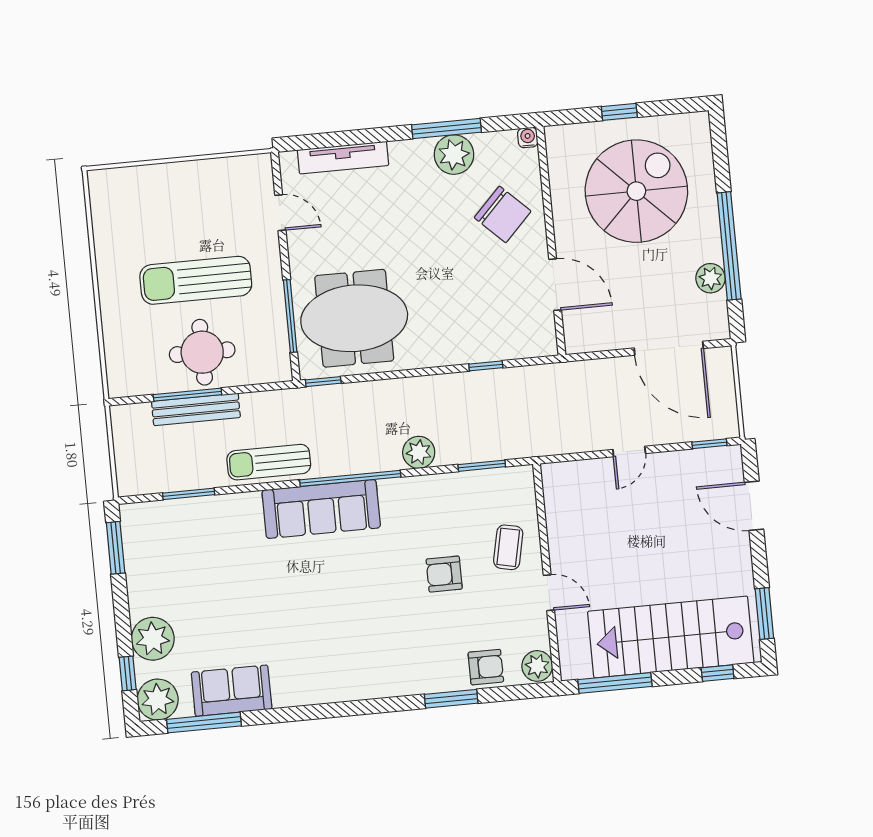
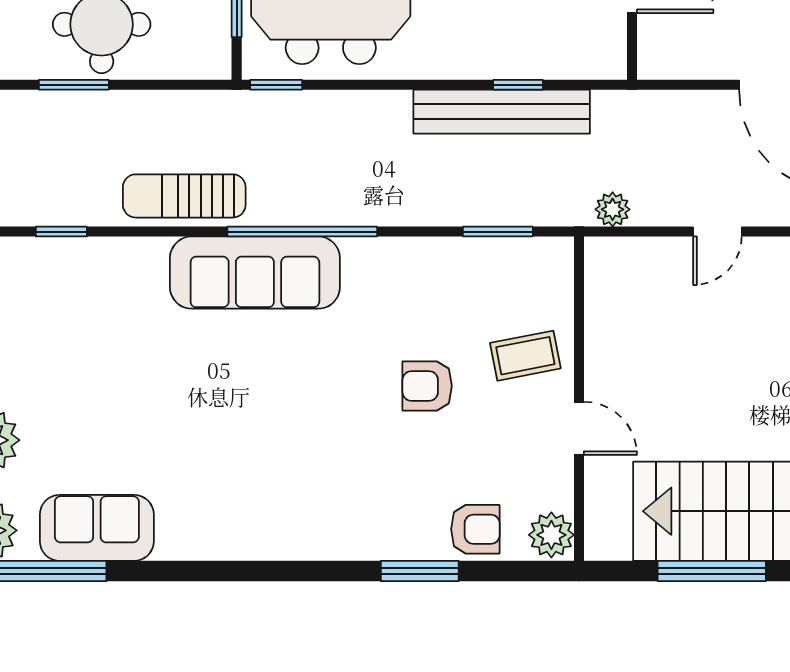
window: (187, 395) -> (74, 85), width x0.69
bench: (196, 409) -> (502, 112), moved, width x1.37, depth x1.21
plant: (419, 452) -> (613, 209), moved, width x0.73, depth x0.73
window: (189, 494) -> (61, 232), width x0.67
coffee table: (508, 547) -> (525, 356), turned 67
window: (615, 683) -> (712, 571), moved

